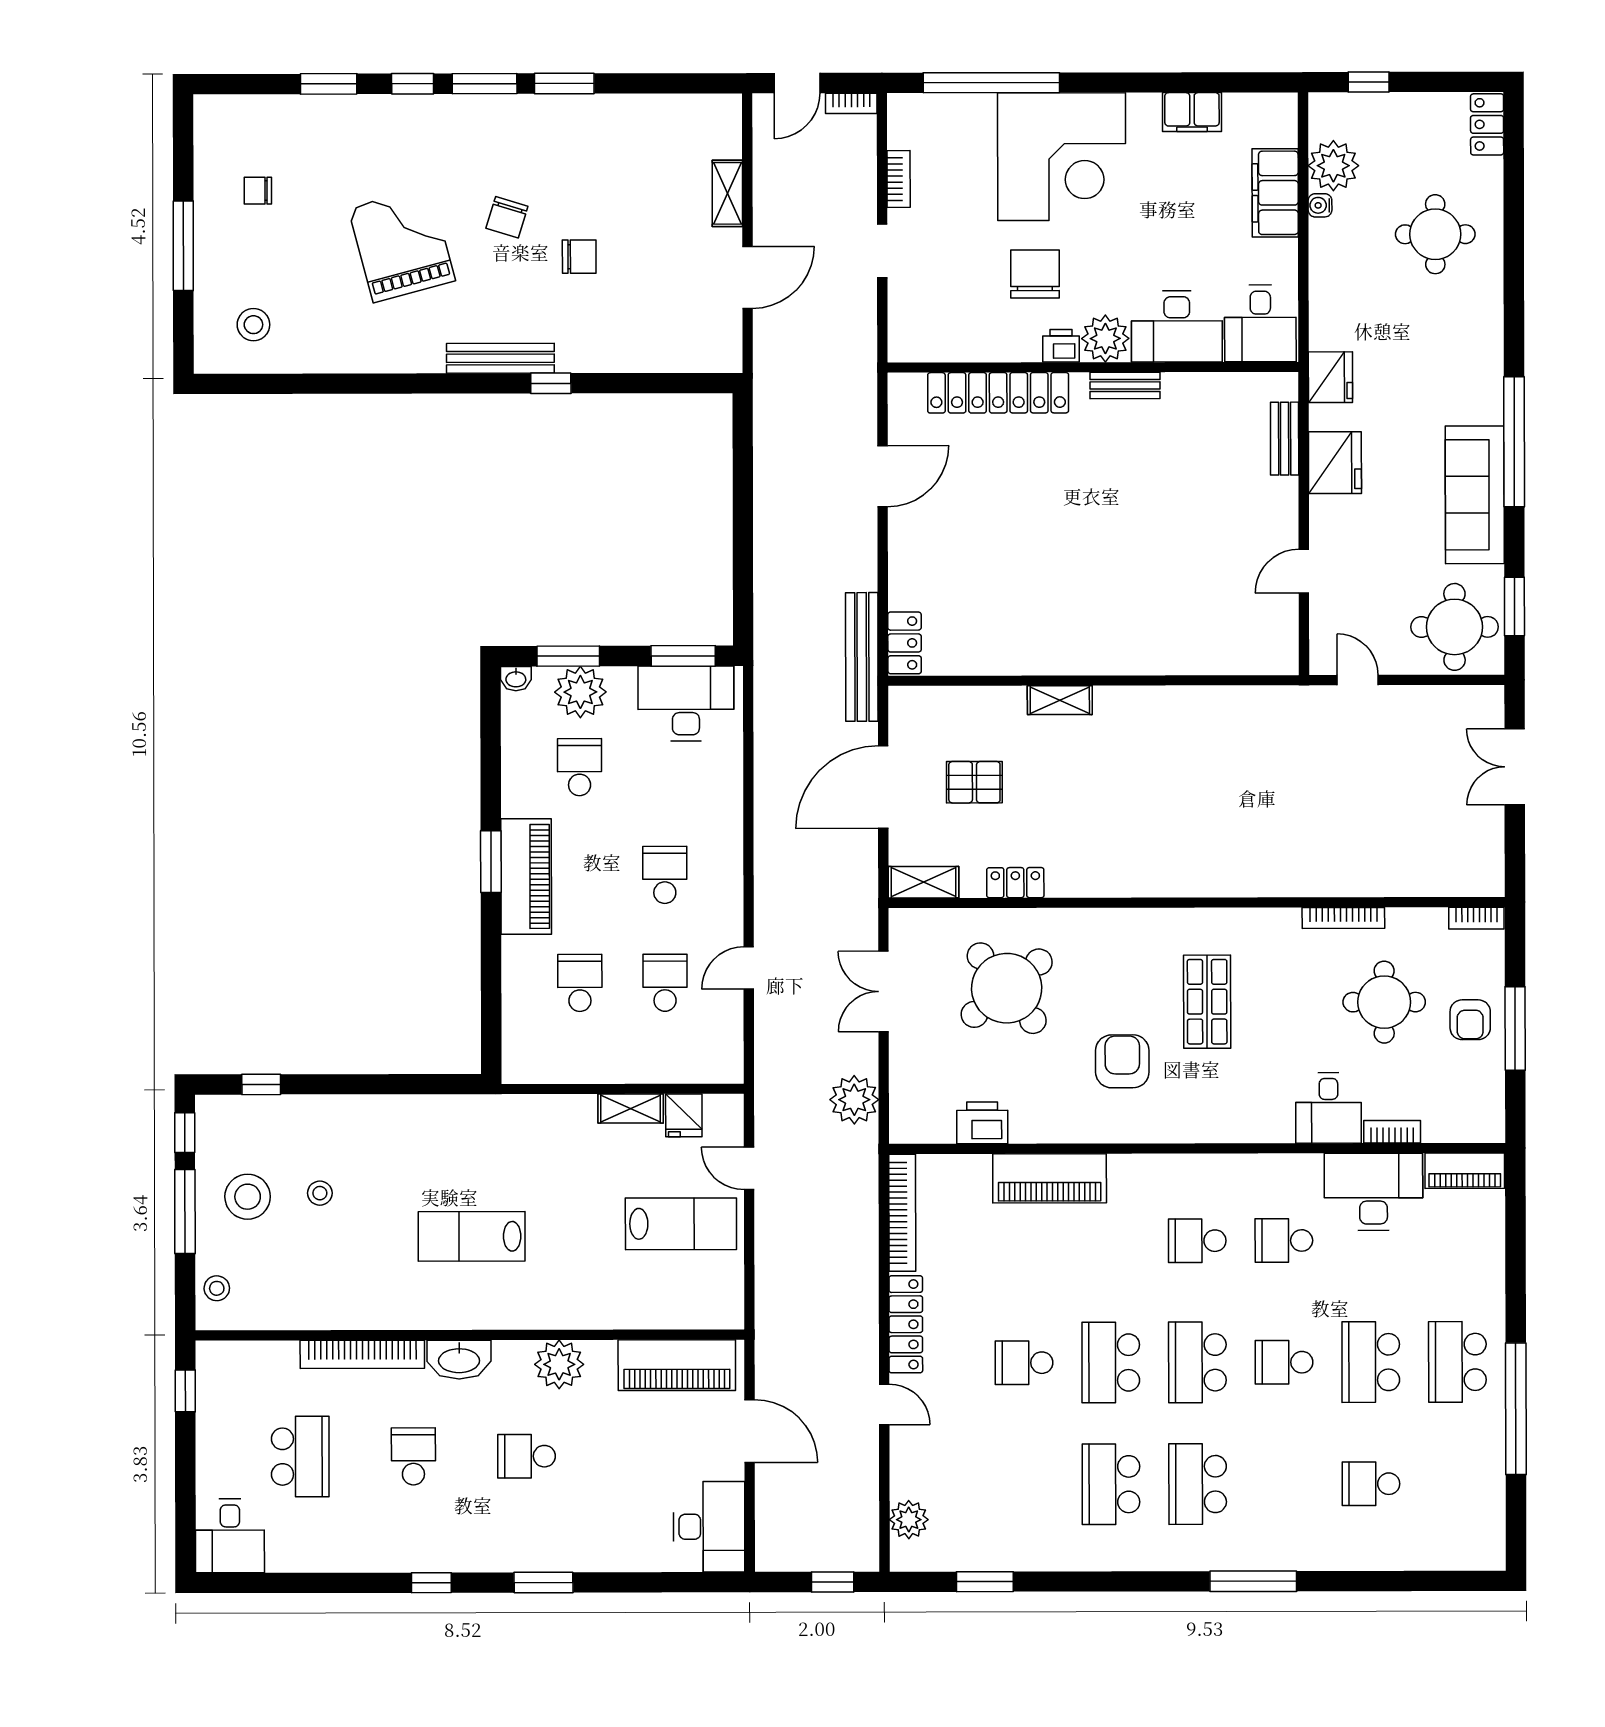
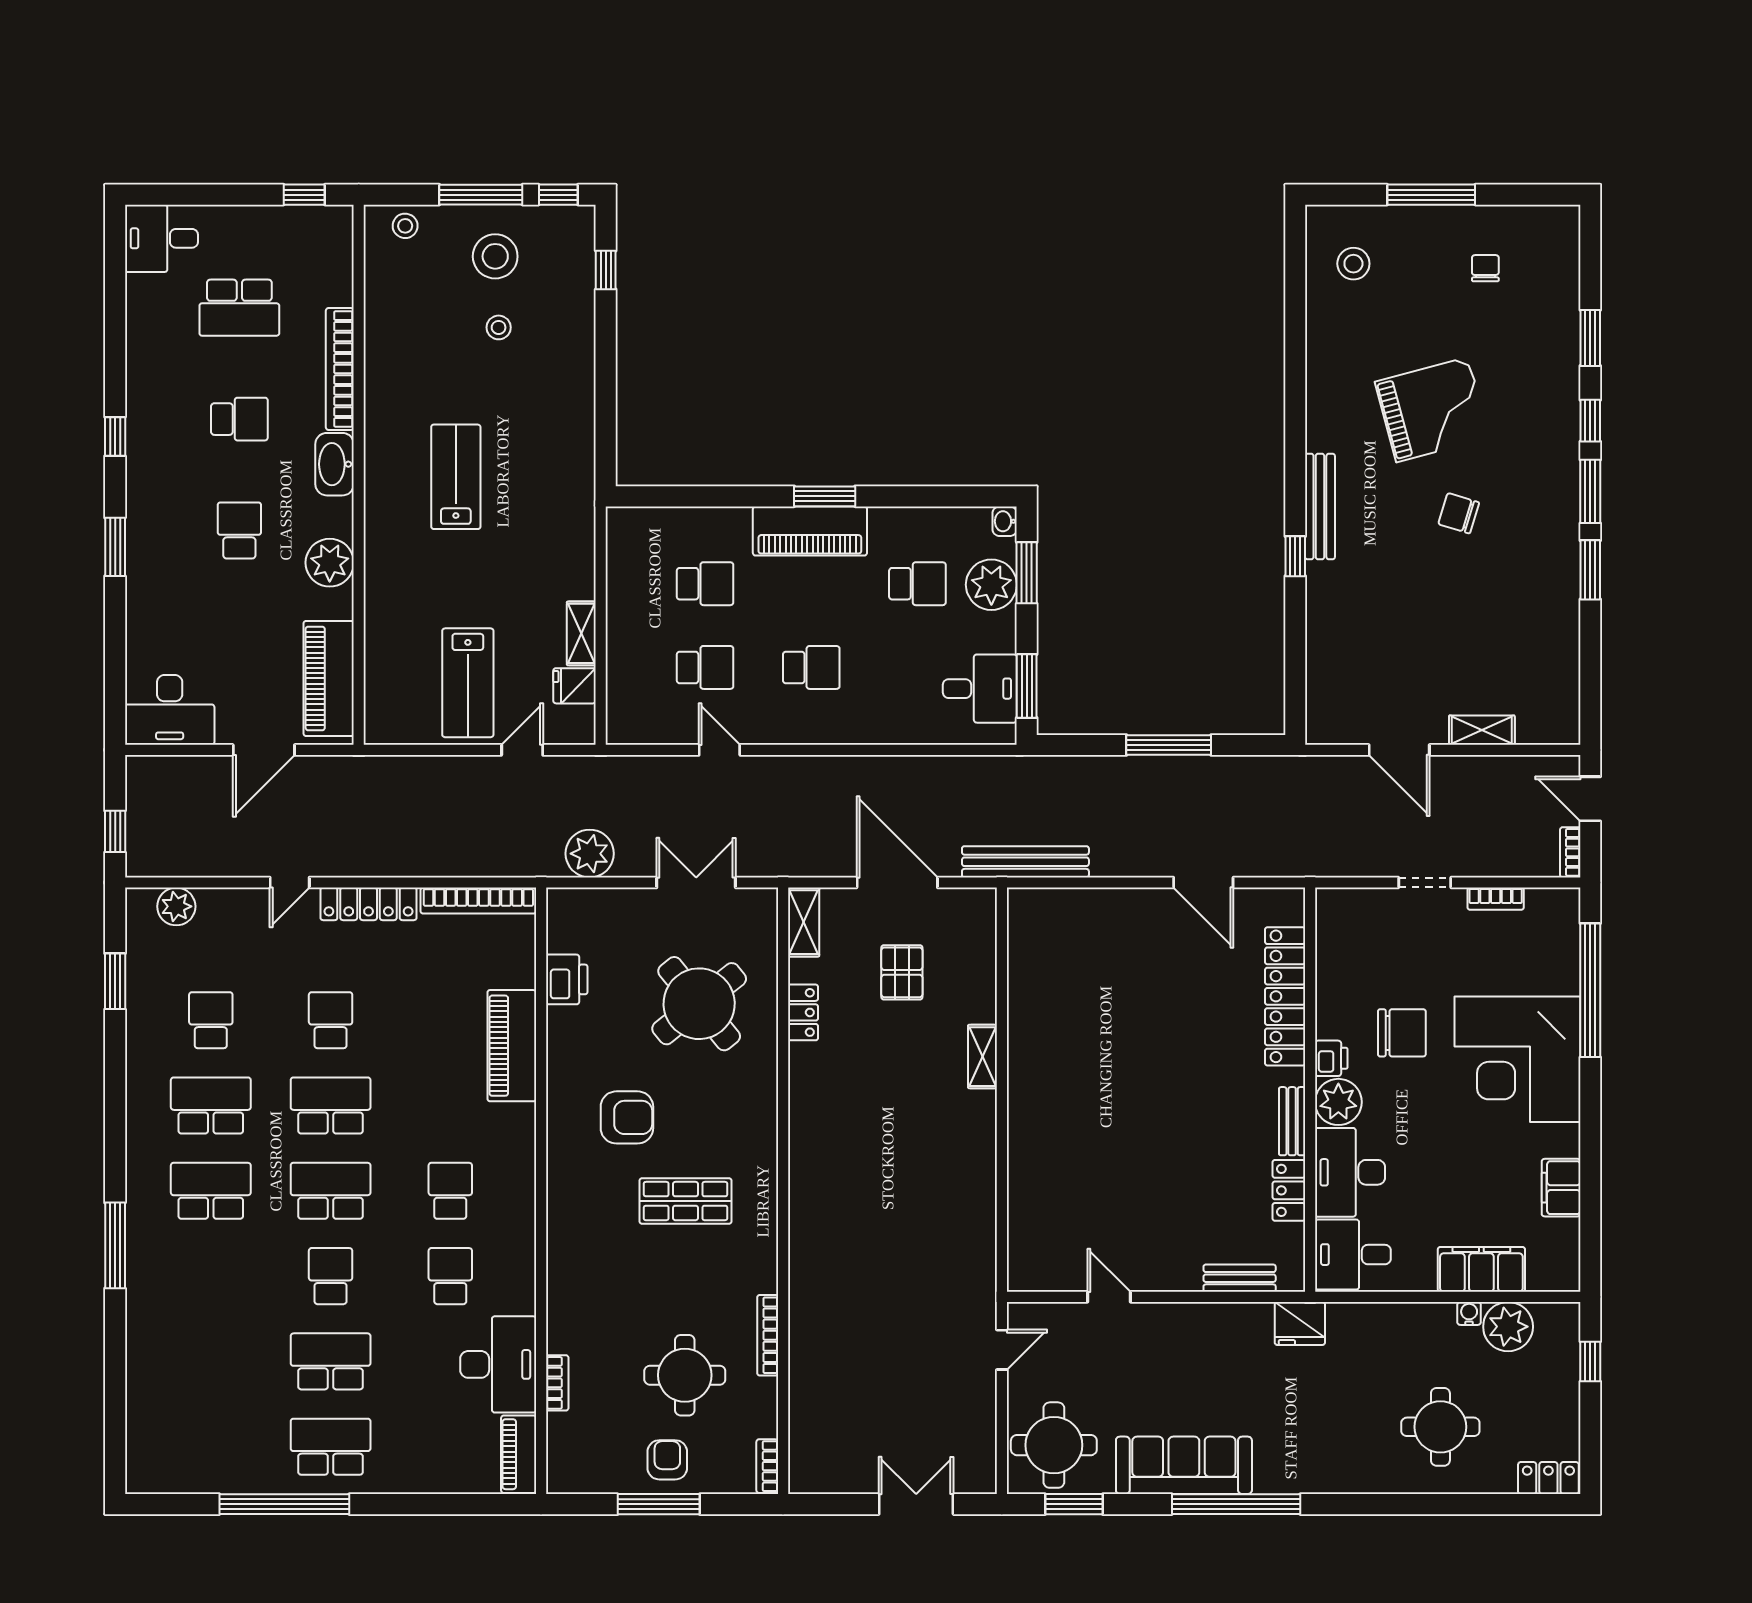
chair: (579, 257) -> (1420, 584), removed
fridge: (1335, 463) -> (1216, 1328), removed
window: (743, 512) -> (1169, 745), added
locker: (905, 643) -> (1289, 1190), moved, turned 90
desk: (686, 703) -> (980, 689), width x0.73
armchair: (1470, 1020) -> (667, 1460), turned 90
desk: (1328, 1108) -> (581, 1320), removed
school desk: (1371, 1484) -> (211, 1020), moved

